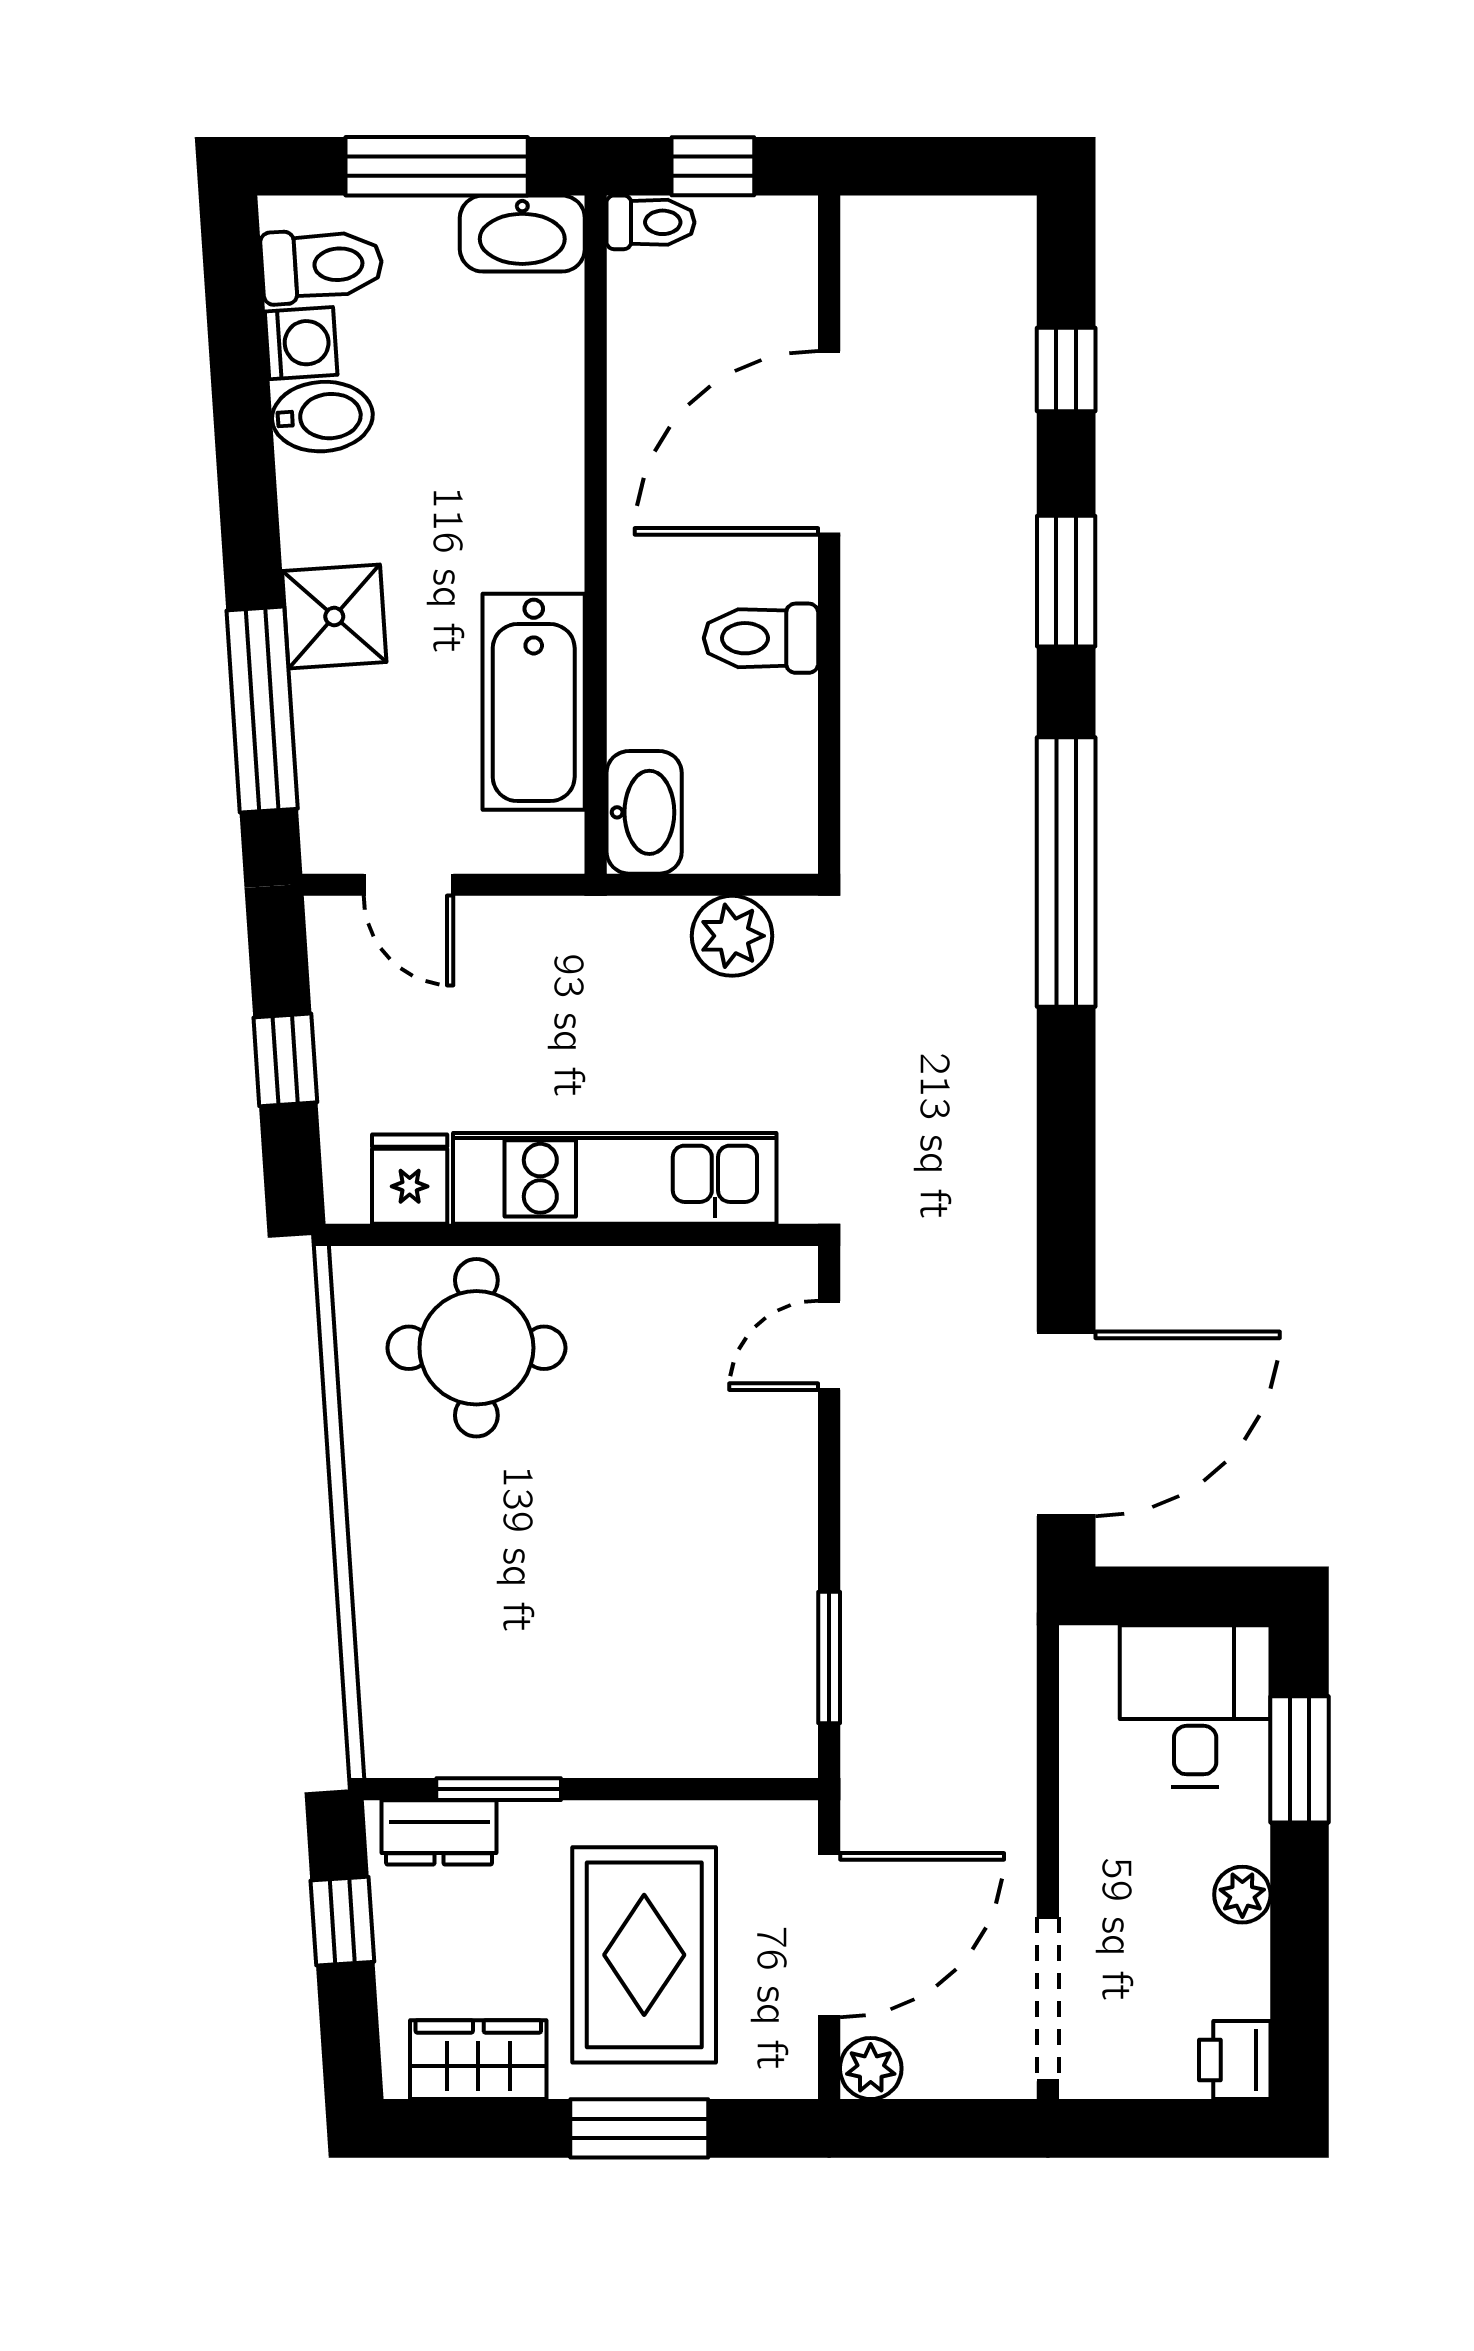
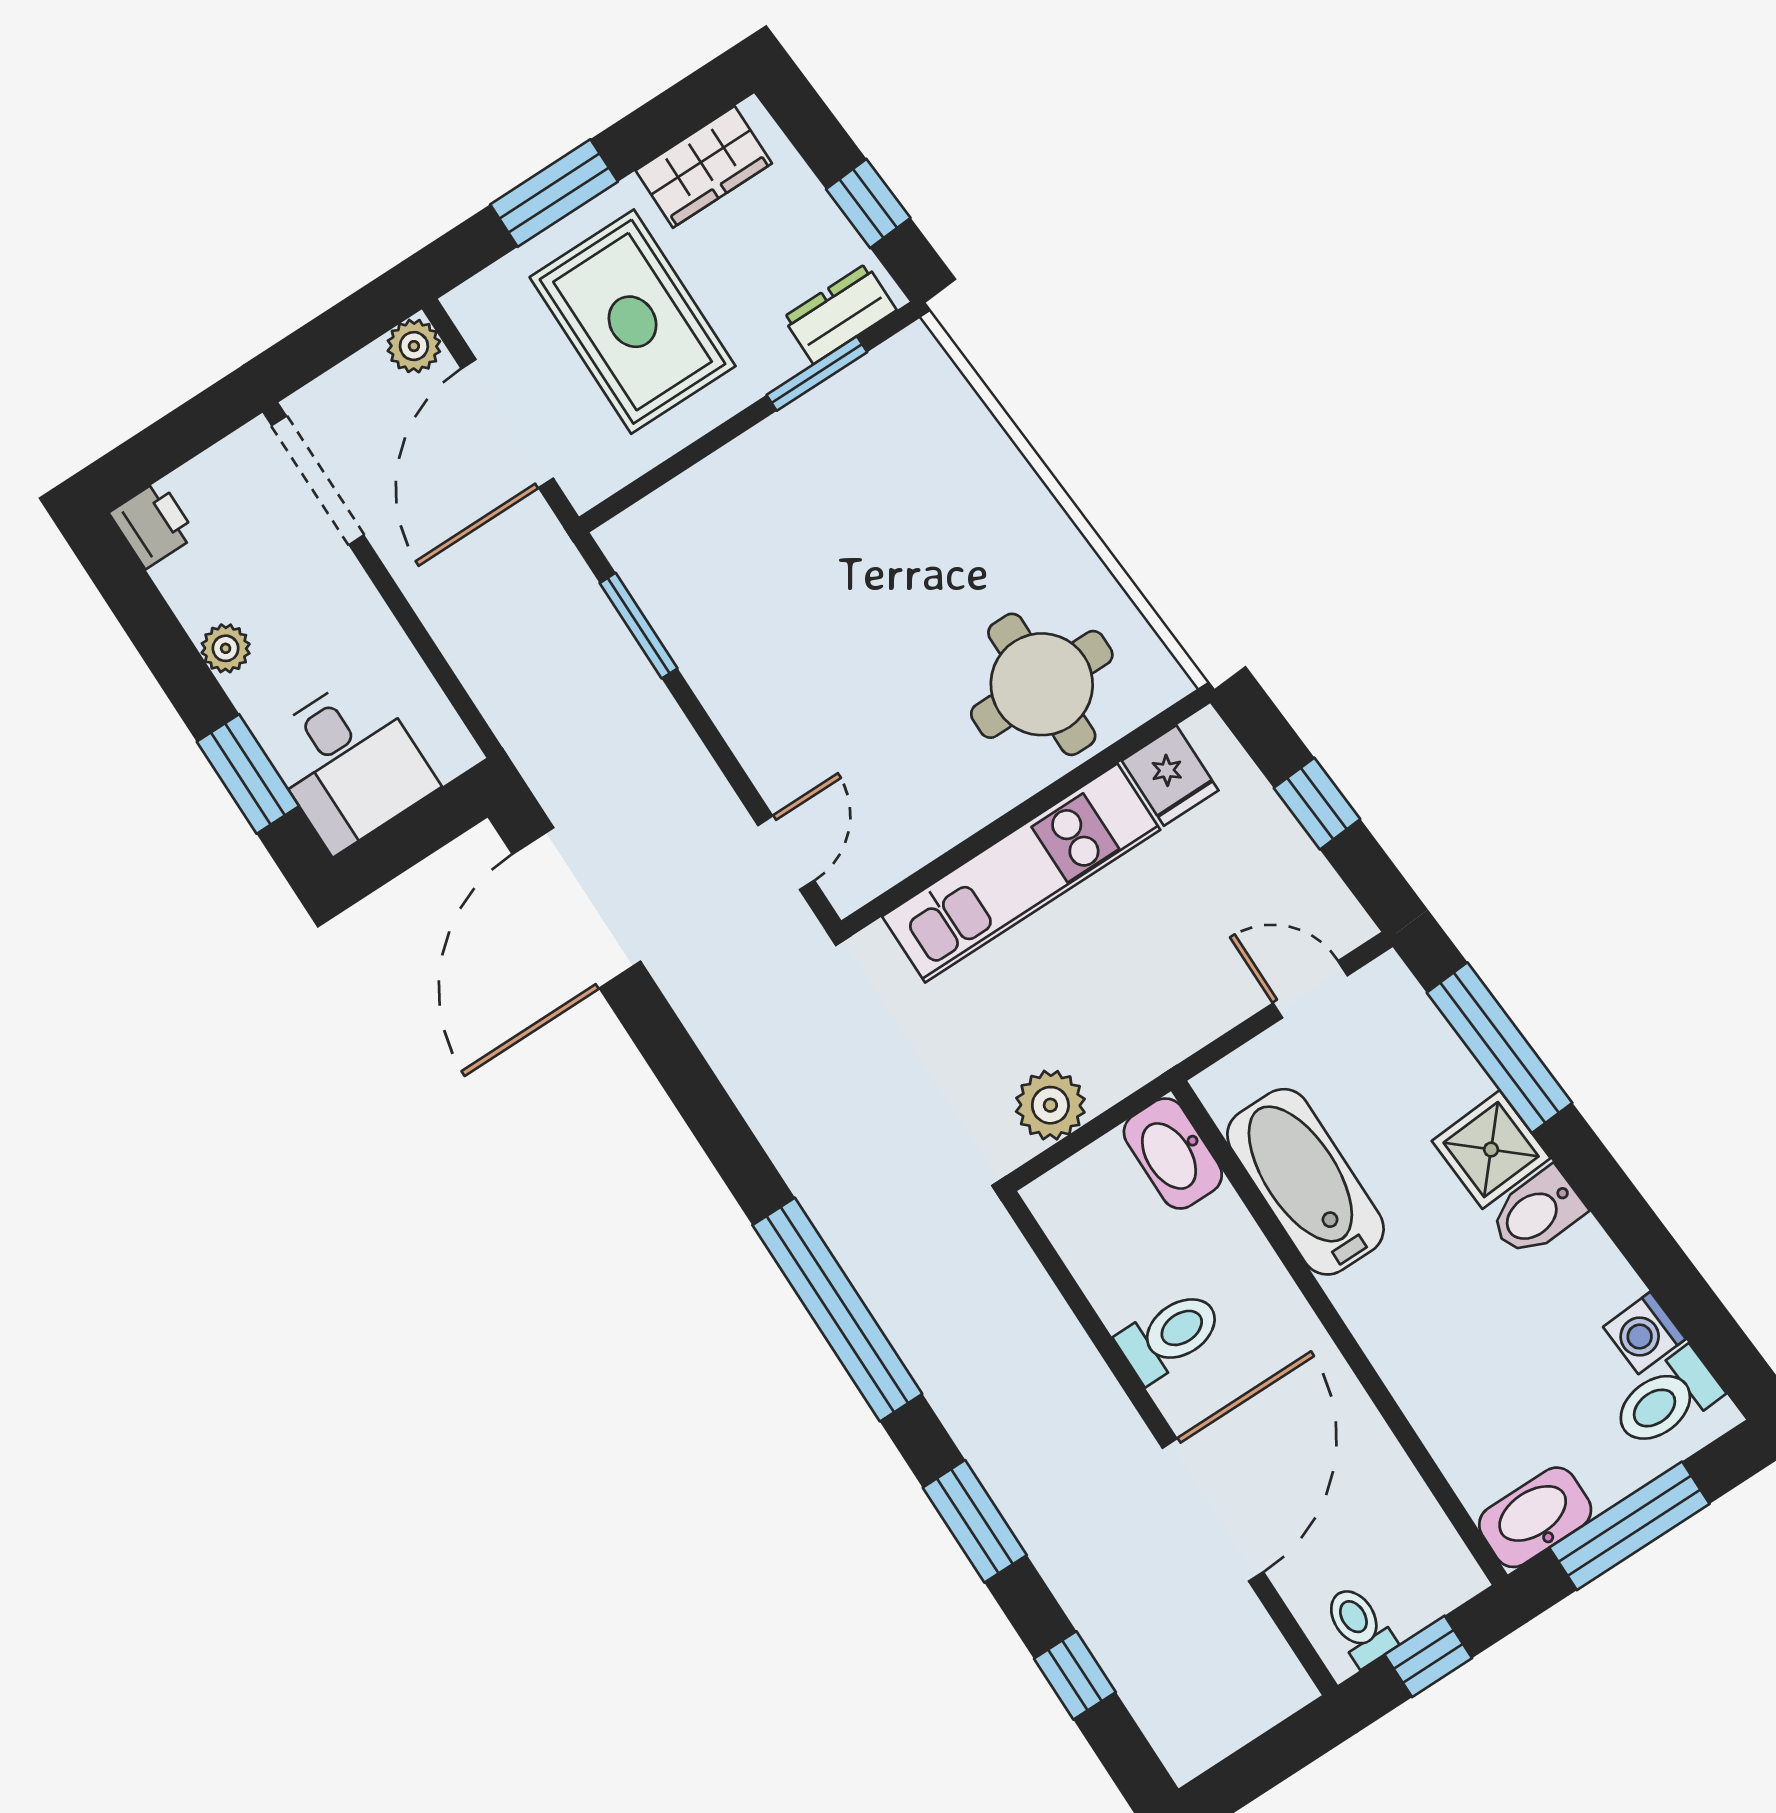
toilet: (650, 222) -> (1359, 1626), moved, turned 90
bidet: (322, 417) -> (1537, 1213), moved

